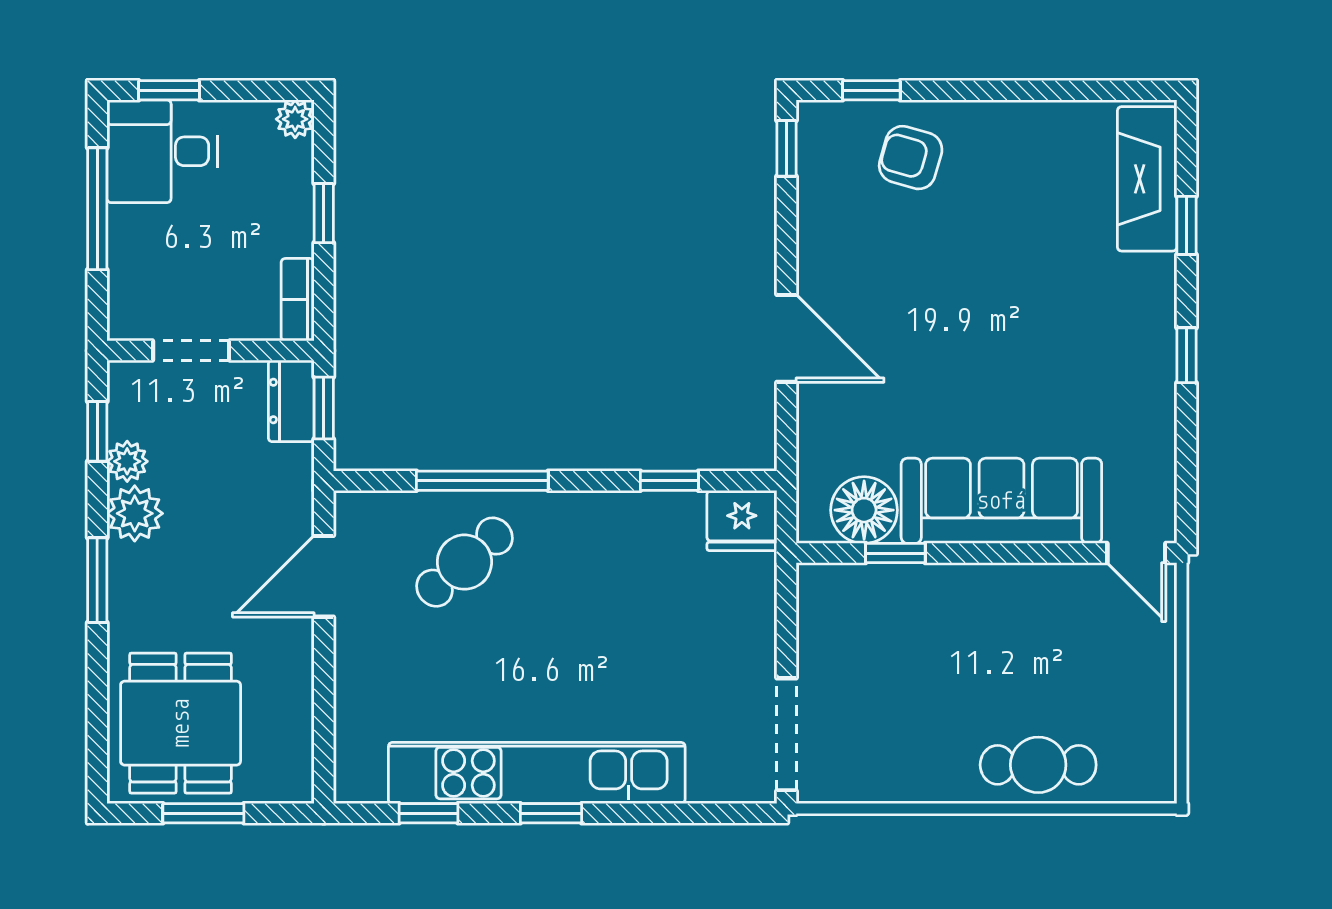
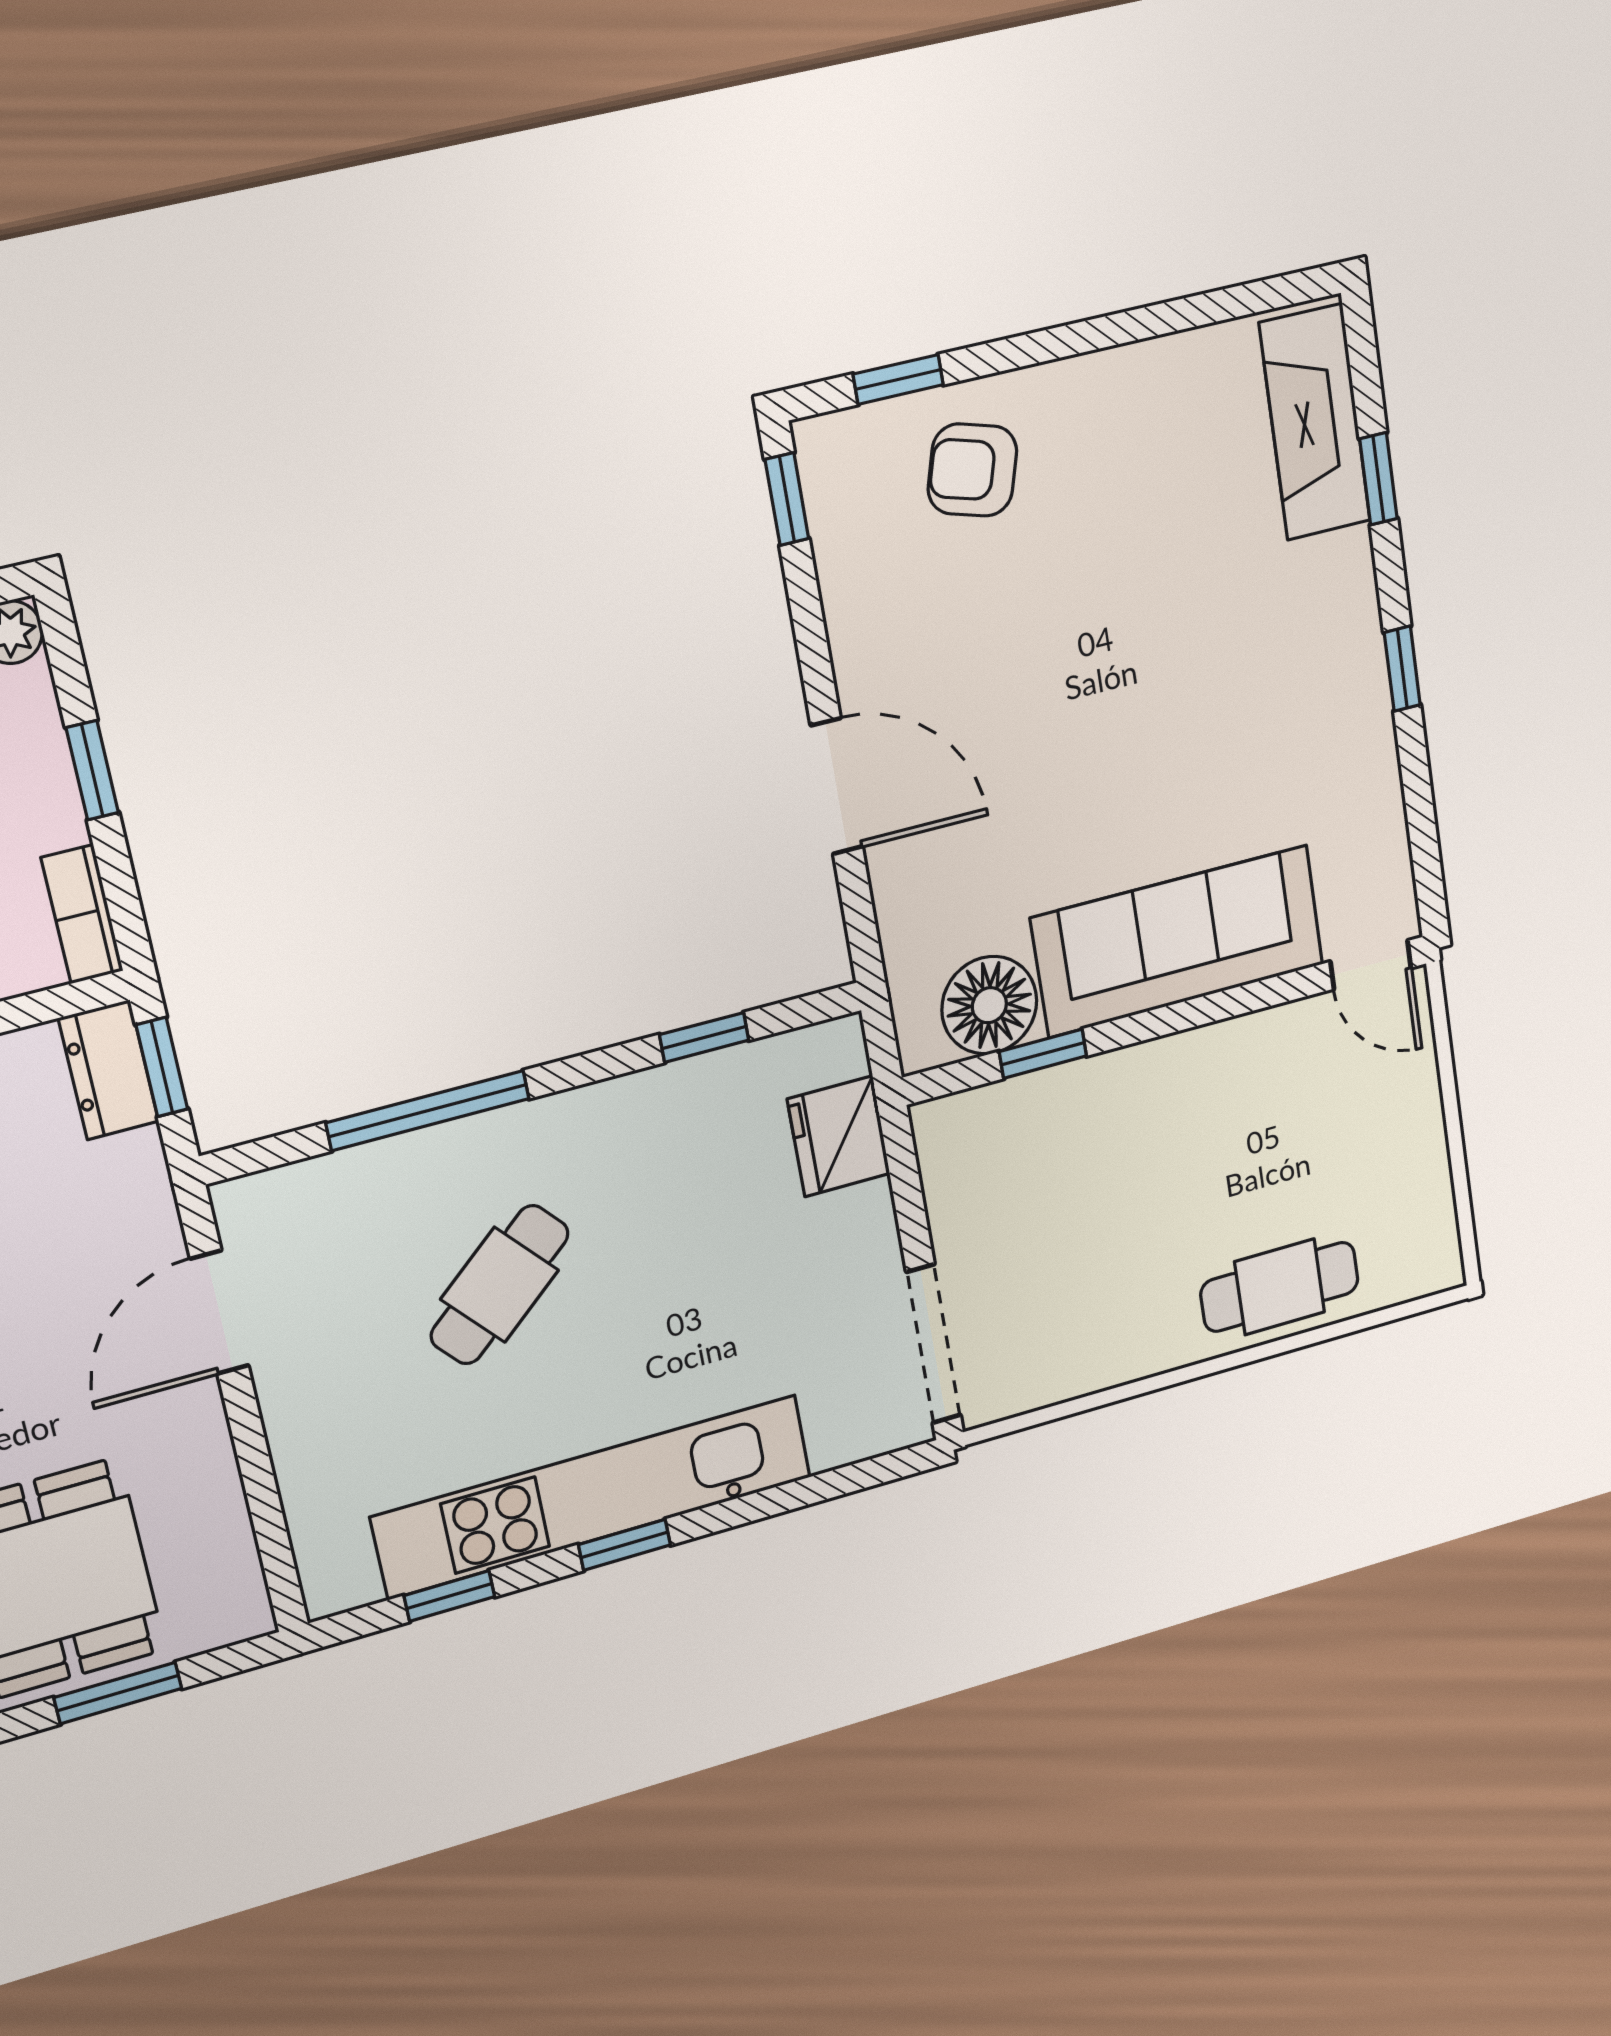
fridge: (742, 521) -> (839, 1136), moved, turned 90
cafe table: (464, 562) -> (500, 1285), moved

